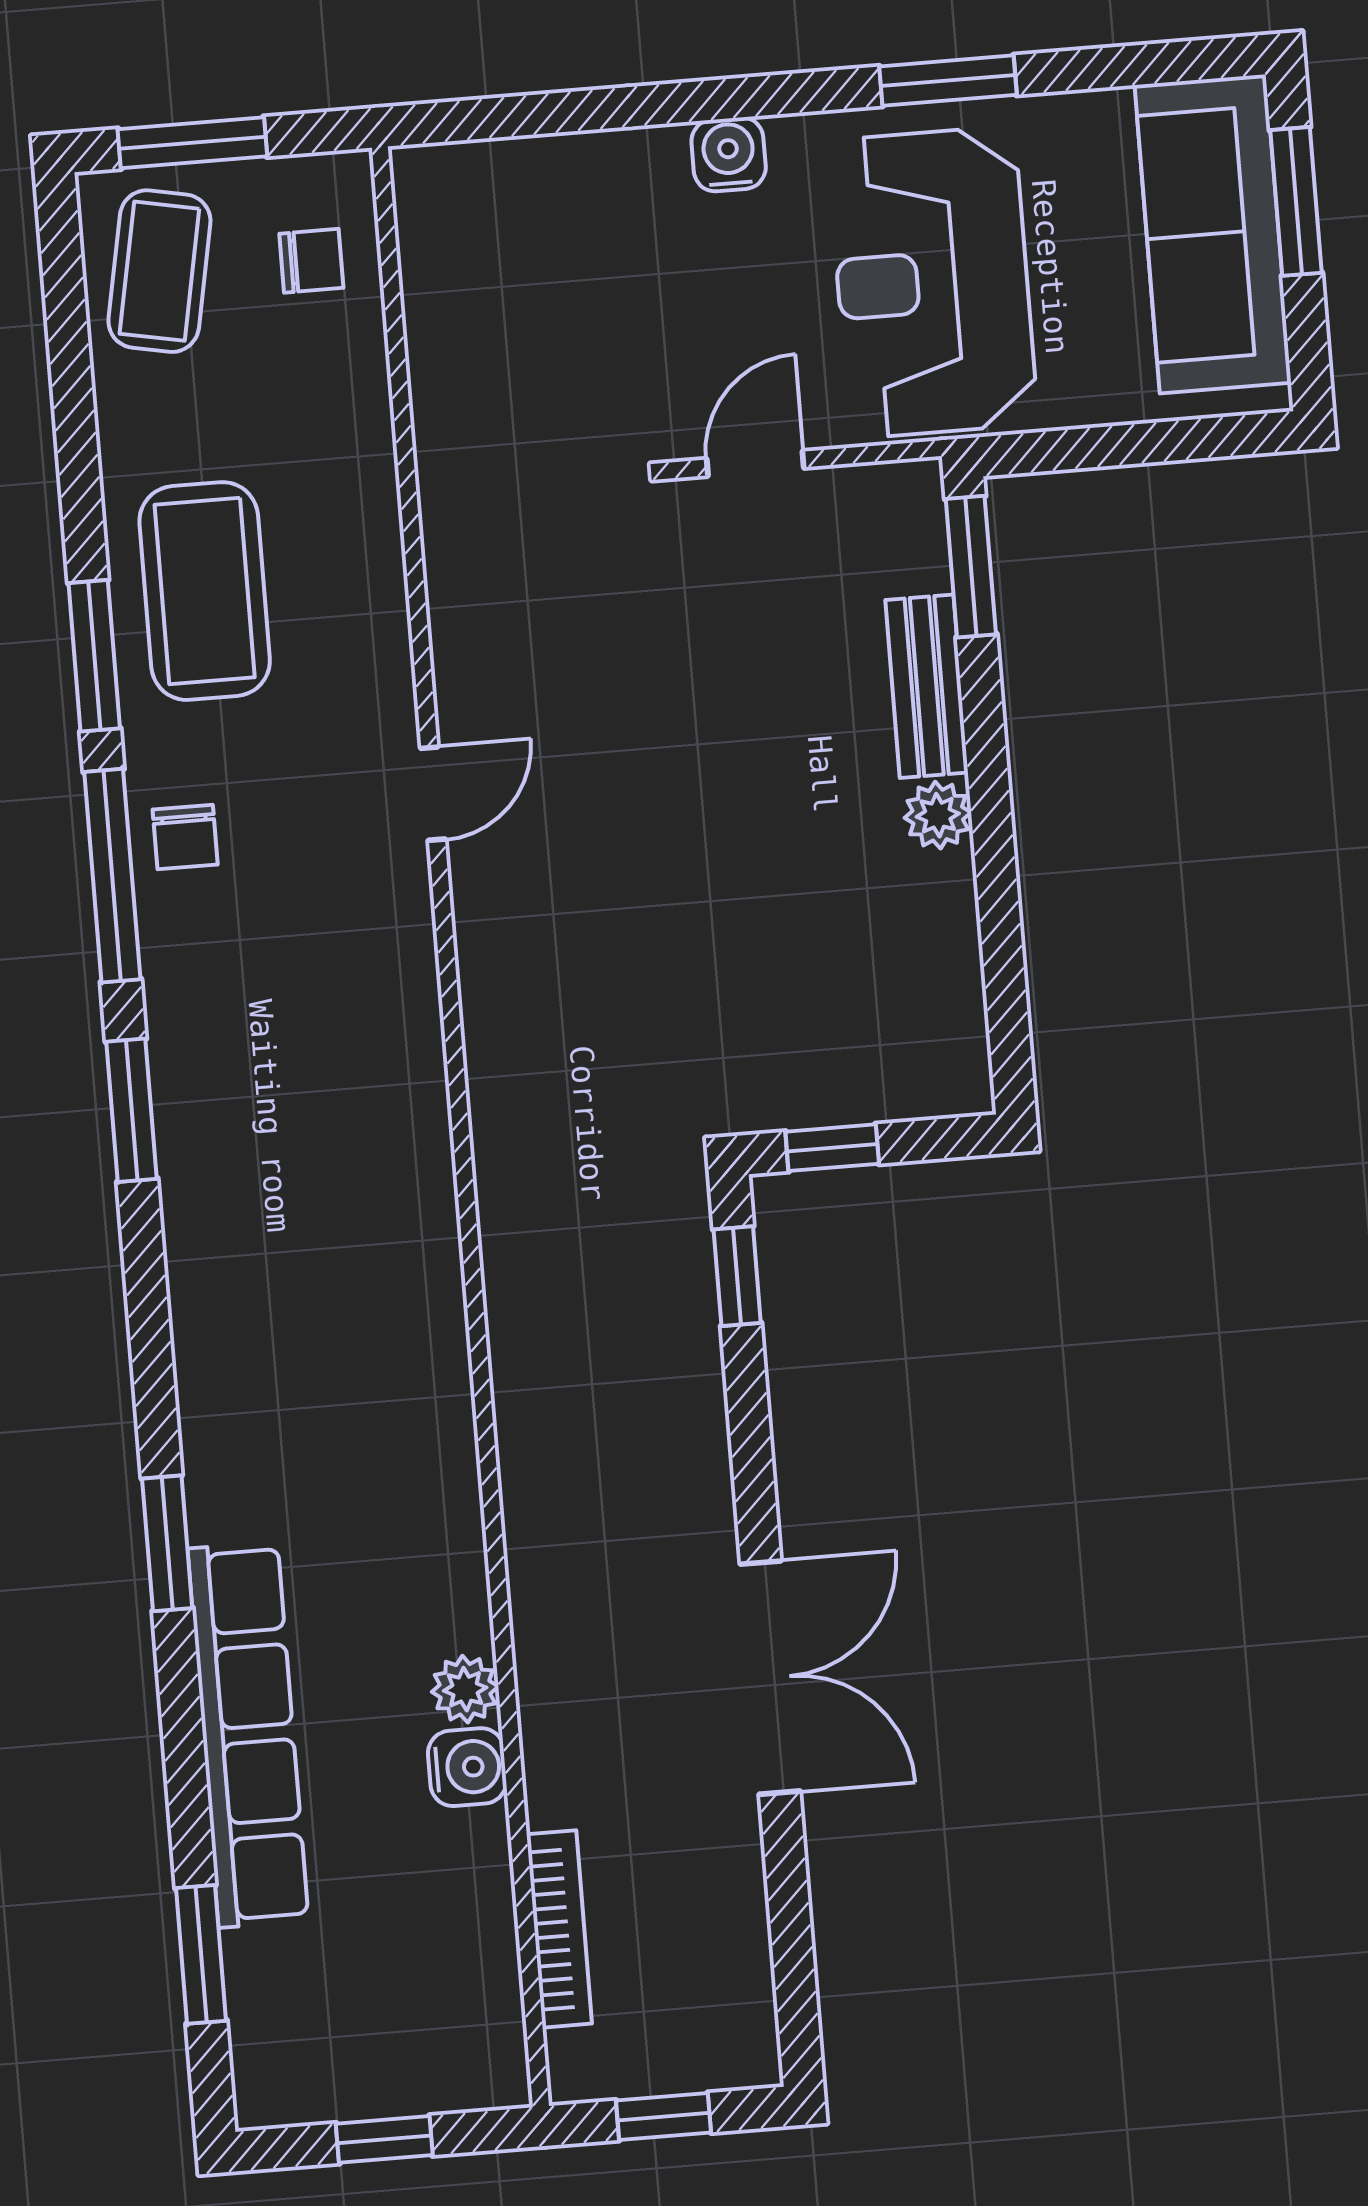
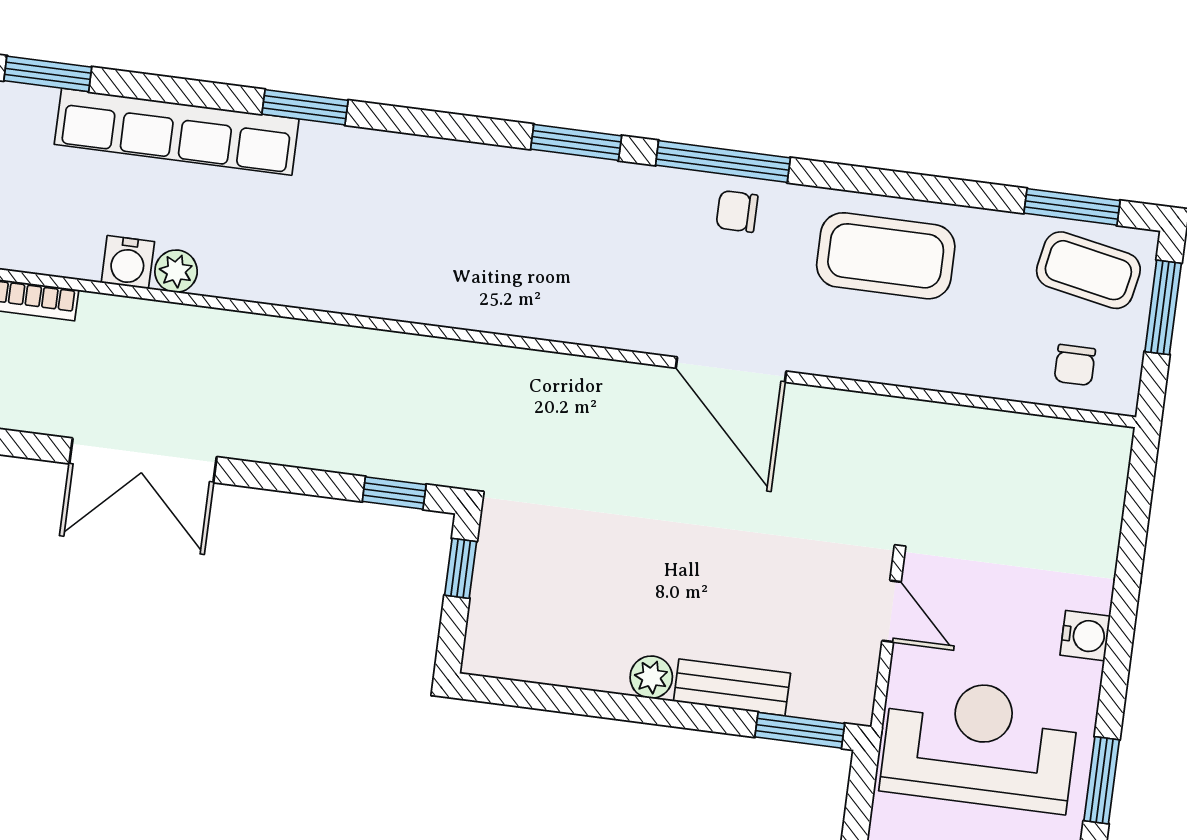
window: (94, 656) -> (1072, 207), moved
door: (433, 794) -> (731, 370), width x1.87

